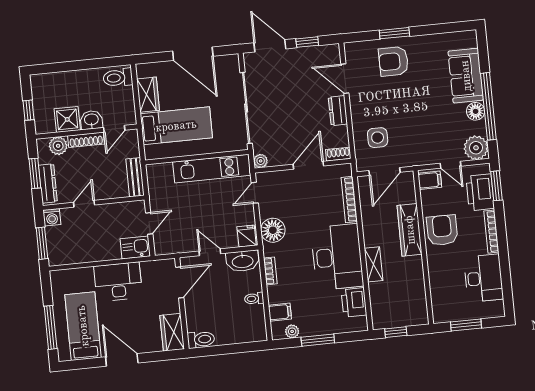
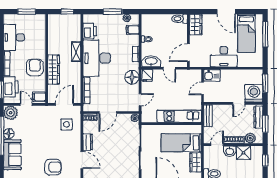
kitchen unit: (212, 169) -> (179, 116), moved
washing machine: (52, 217) -> (254, 93), width x1.89, depth x1.89
armchair: (442, 230) -> (35, 67), turned 180

